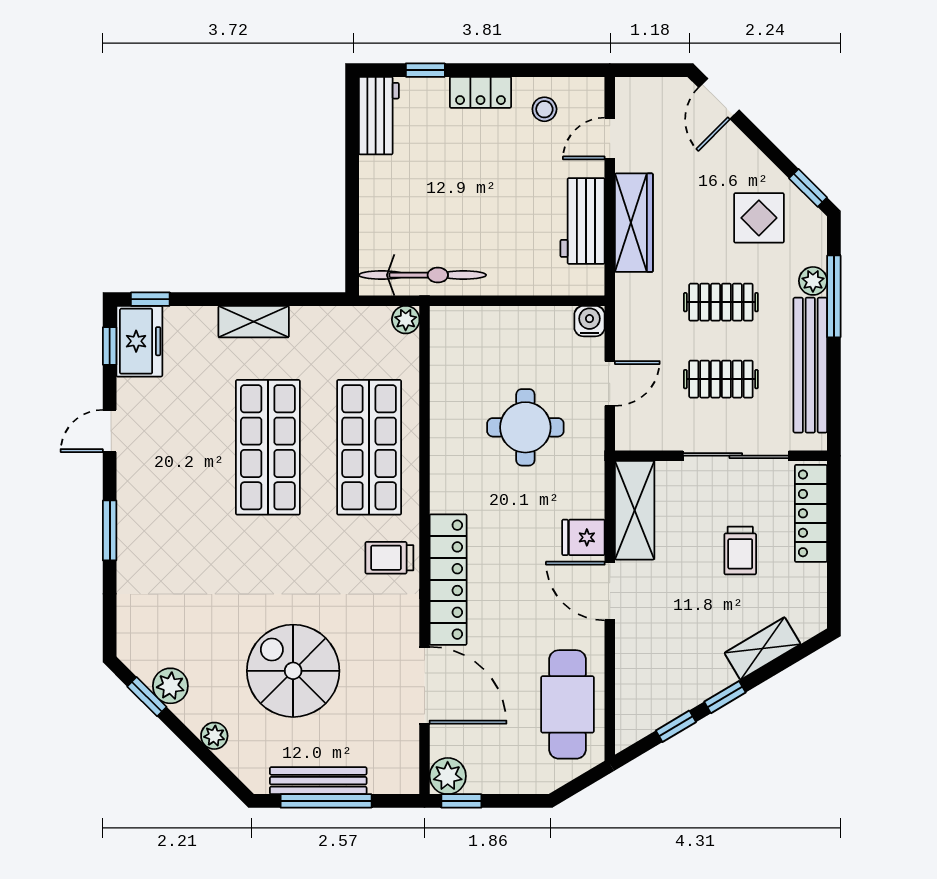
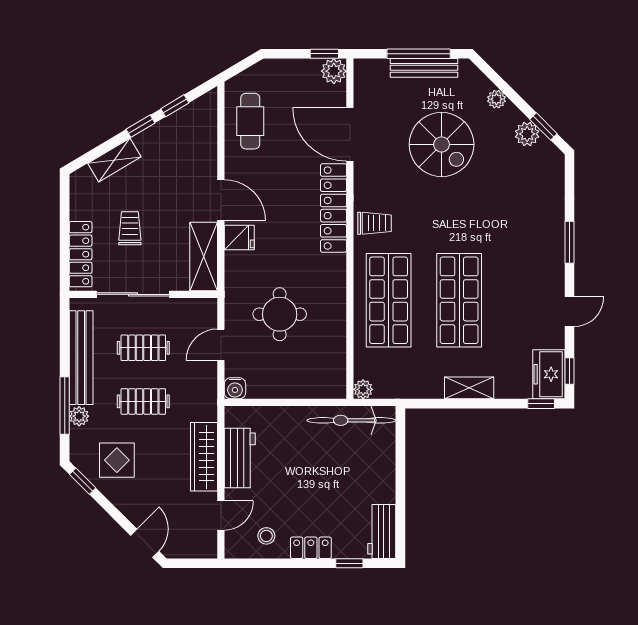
cafe table: (568, 704) -> (250, 121), width x0.73, depth x0.74

